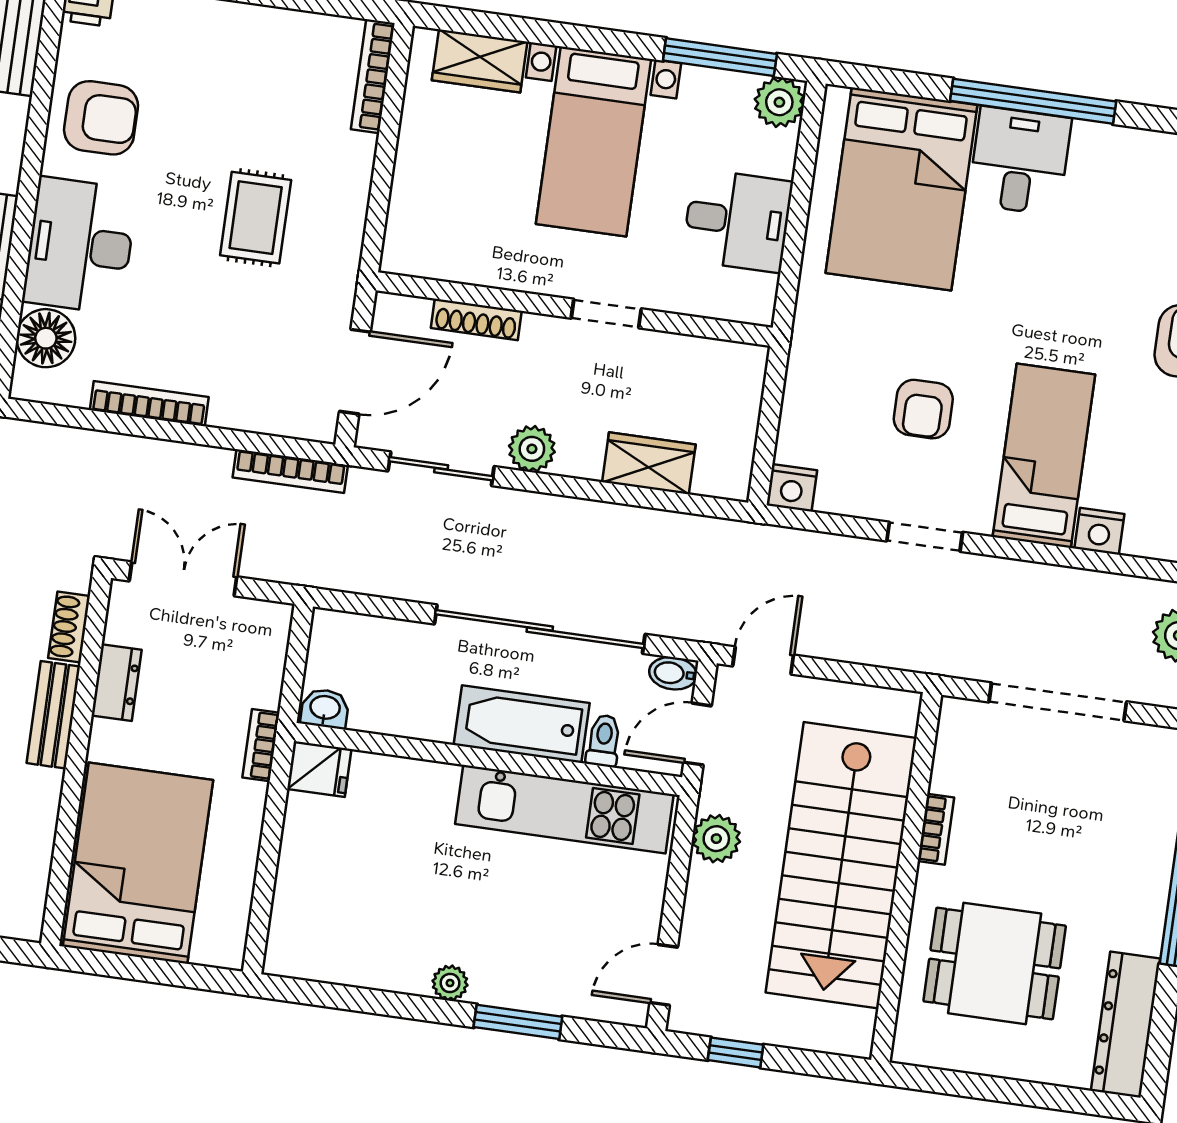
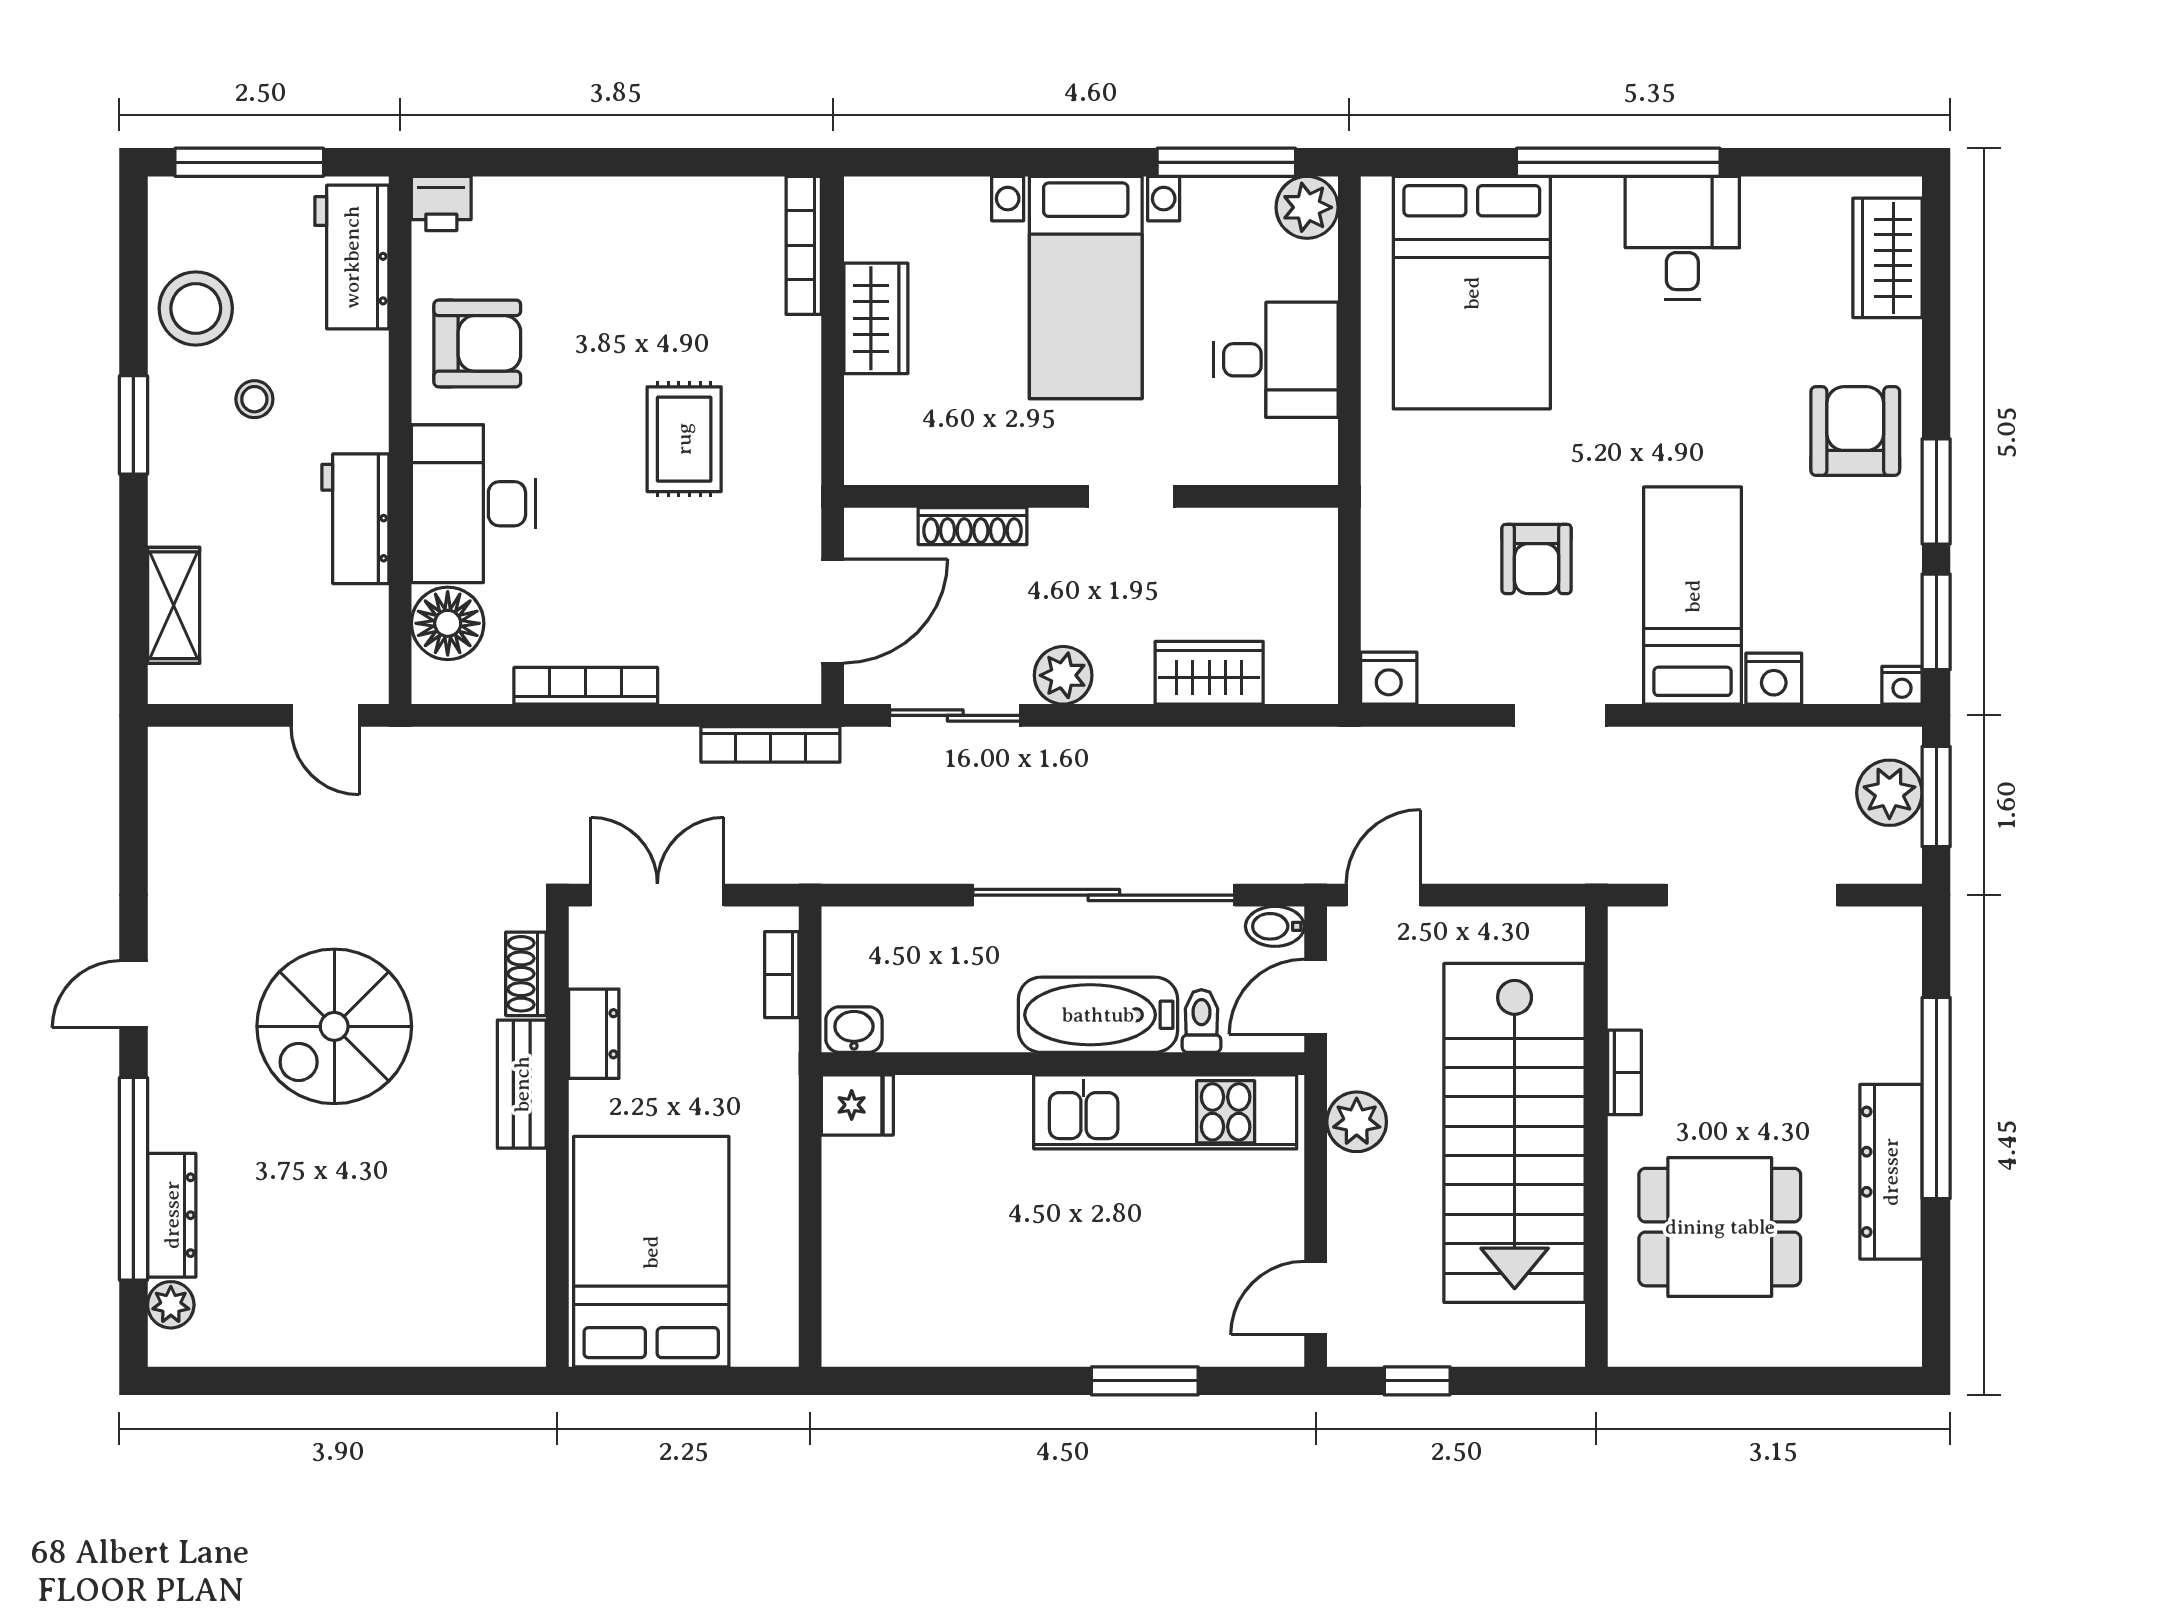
wardrobe: (480, 61) -> (876, 318), moved, turned -90
desk: (1020, 161) -> (1682, 238), moved
bookcase: (261, 745) -> (782, 975), moved
plant: (450, 983) -> (1055, 1345), removed
dresser: (1126, 1025) -> (1891, 1172), moved

